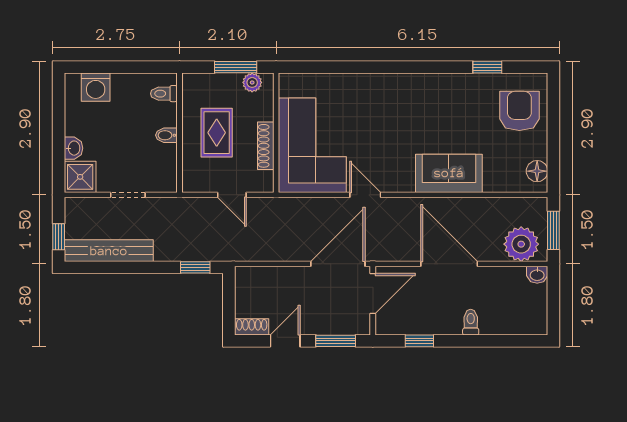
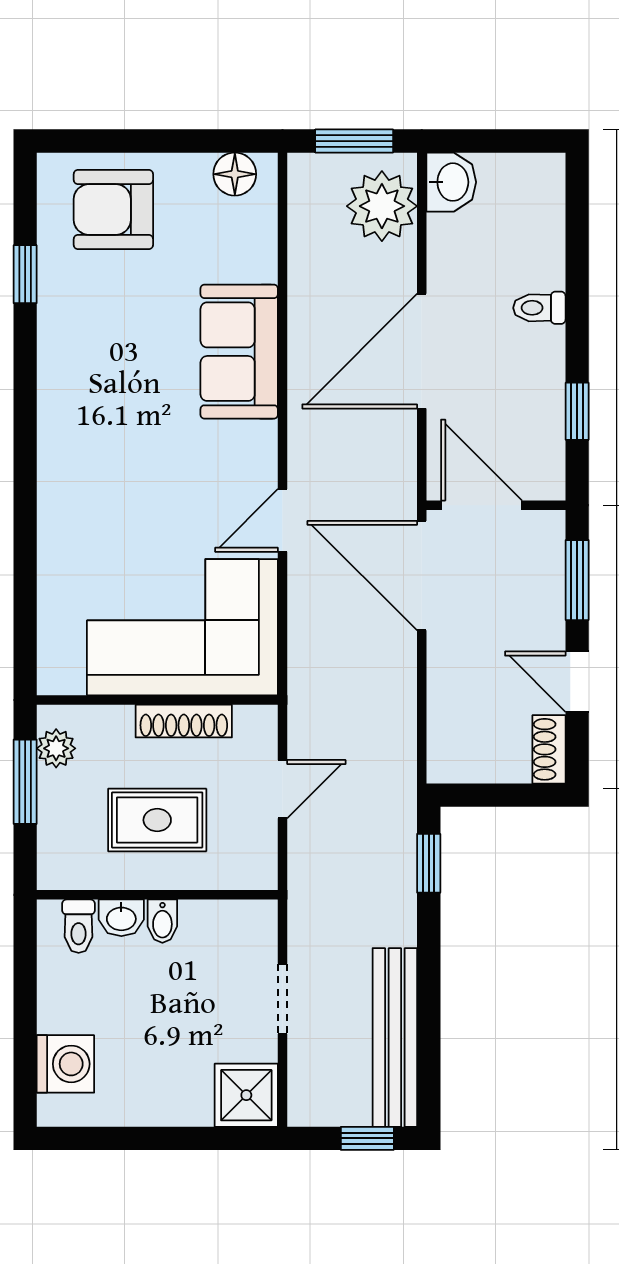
washbasin: (74, 148) -> (121, 918), moved, turned 180
washbasin: (537, 275) -> (451, 182), width x1.38, depth x1.45

